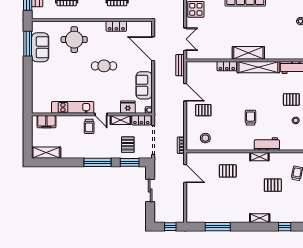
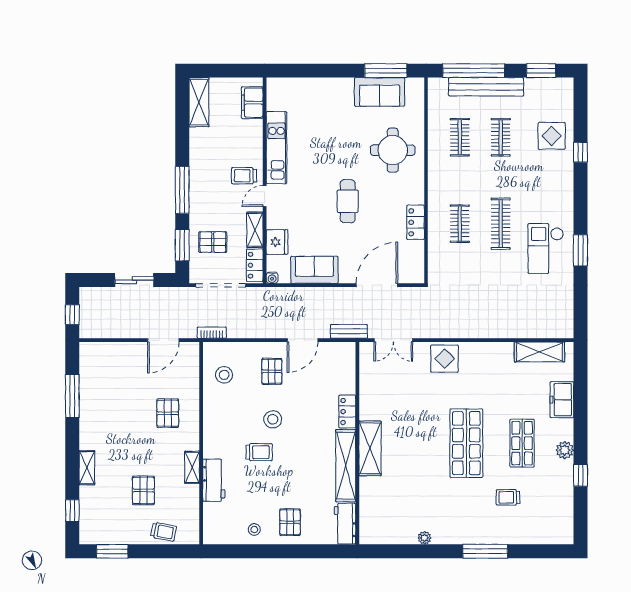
stool: (231, 110) -> (273, 419), added

